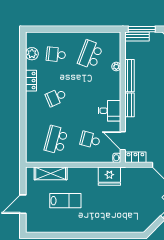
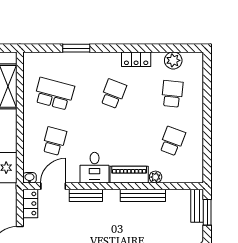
window: (142, 29) -> (207, 212), width x0.69
school desk: (90, 54) -> (172, 141), width x0.54
piano: (114, 86) -> (129, 175), added
school desk: (56, 97) -> (113, 94), turned 45
bench: (130, 105) -> (86, 195), moved
window: (23, 124) -> (76, 48), added

